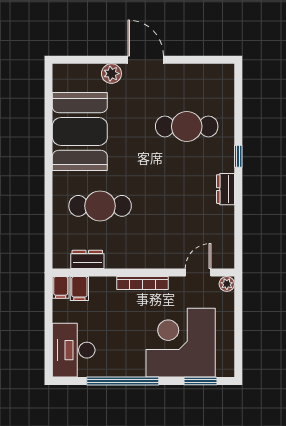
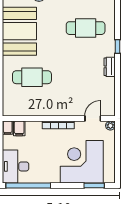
dresser: (87, 259) -> (24, 110), removed
window: (123, 381) -> (28, 186), moved

